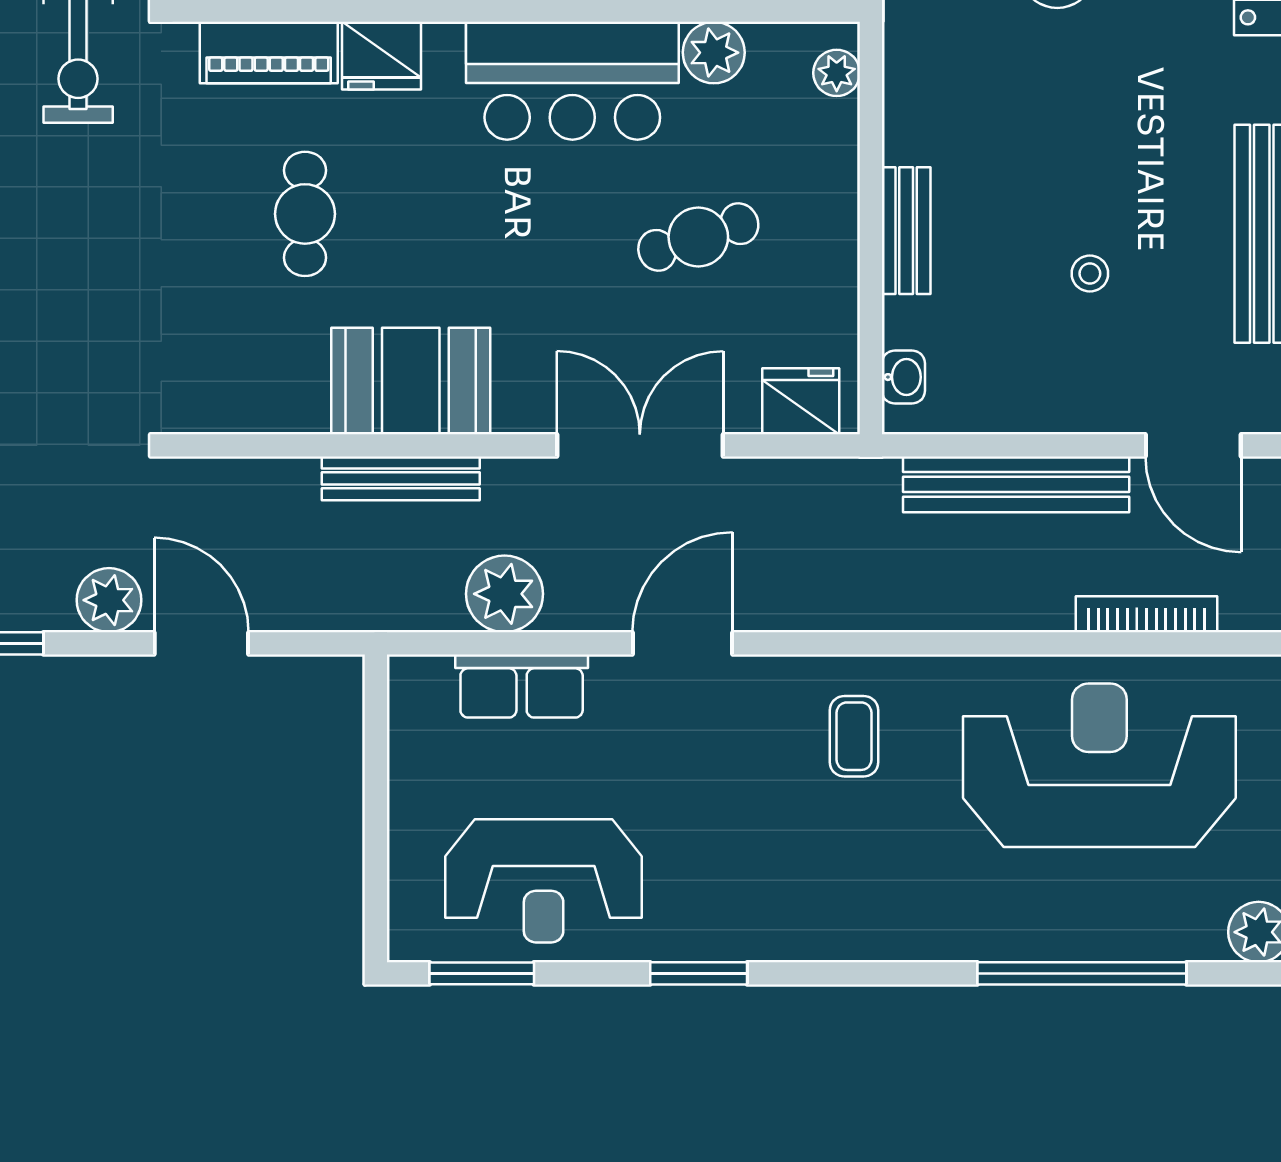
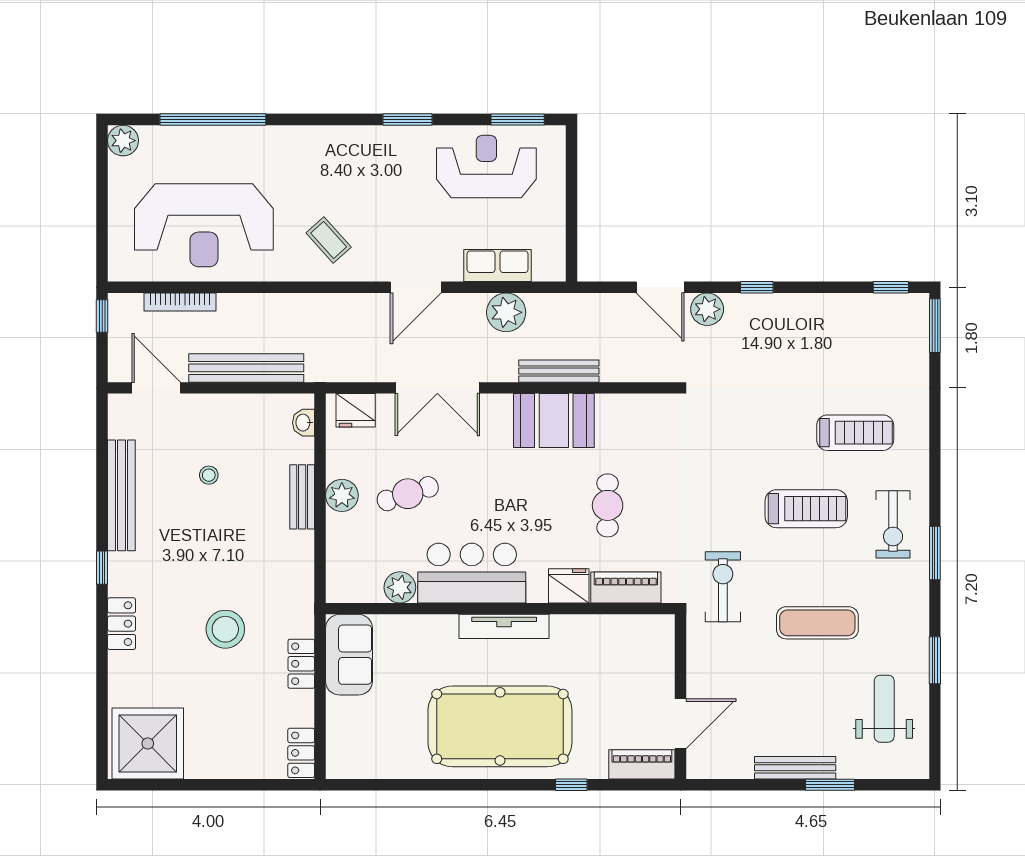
plant: (837, 73) -> (342, 495), moved, width x1.38, depth x1.38
coffee table: (854, 736) -> (329, 240), turned -42

